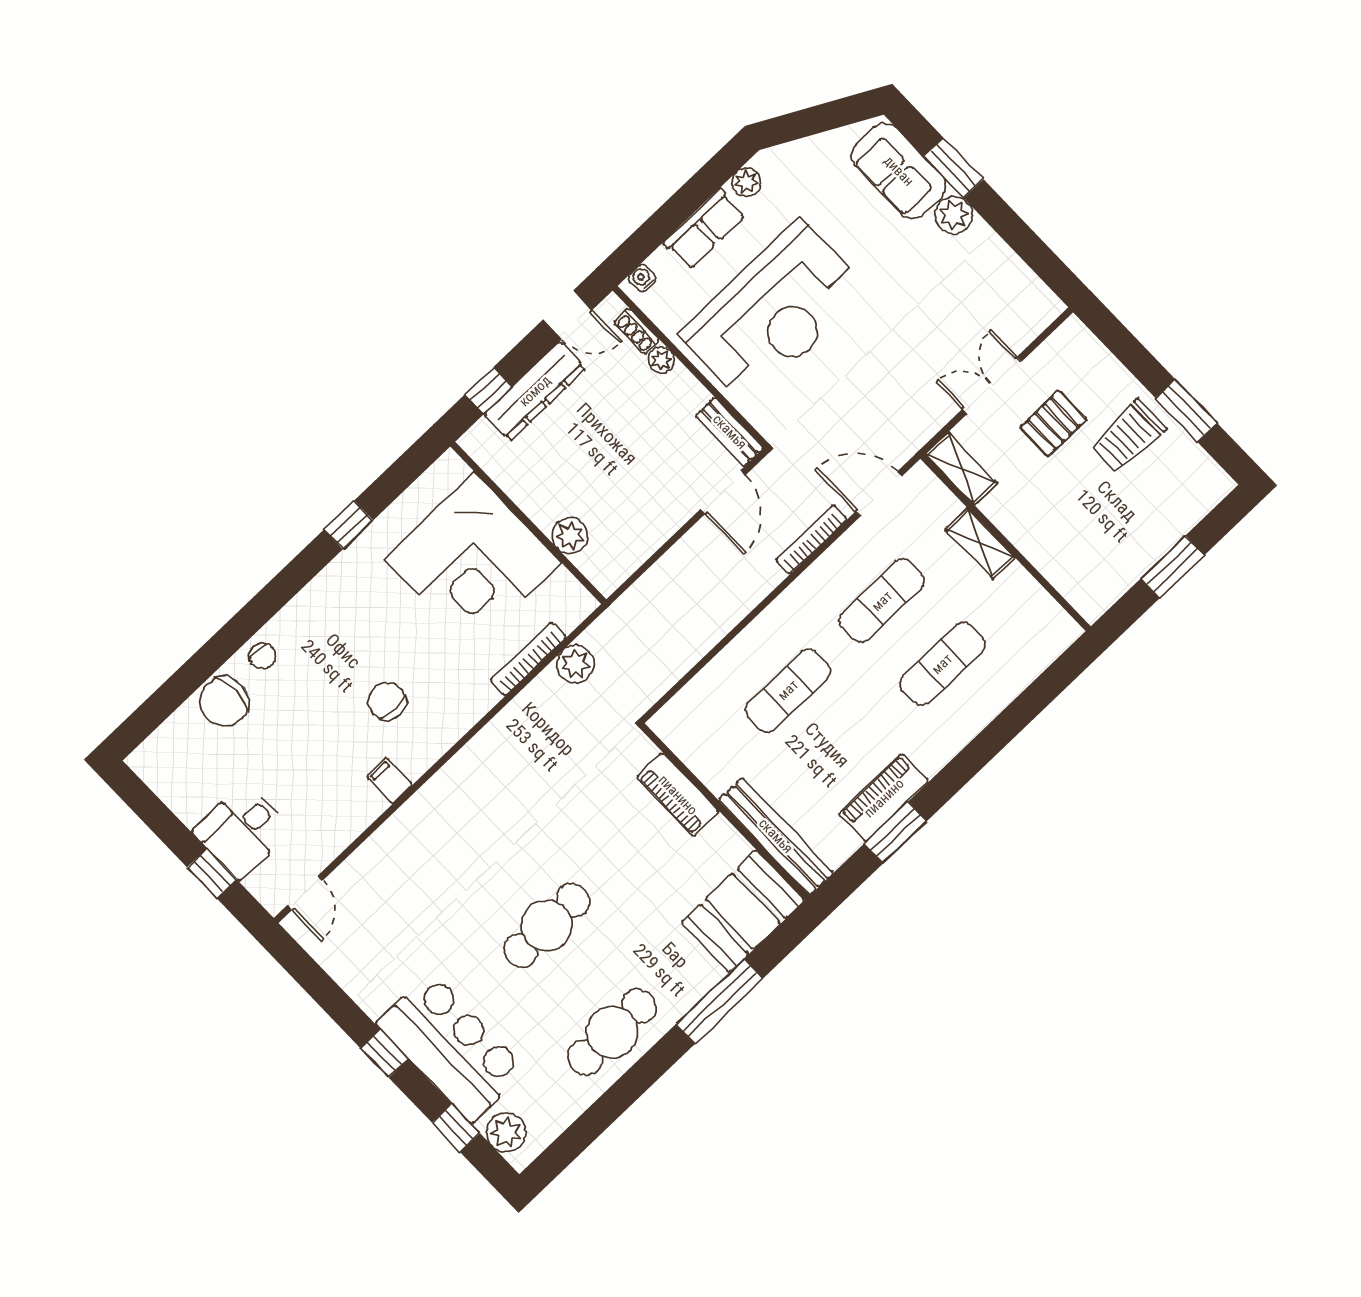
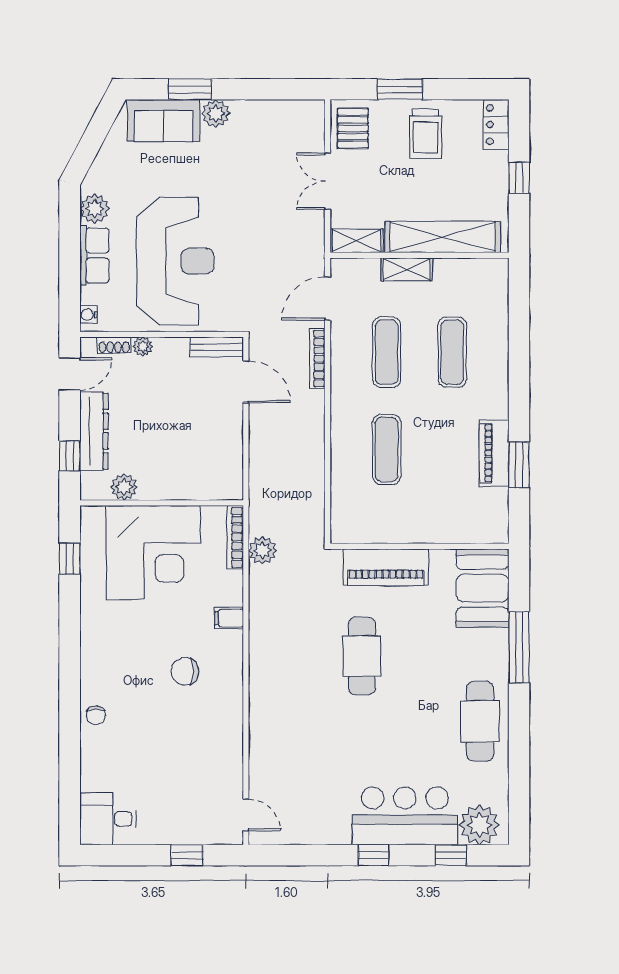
plant: (746, 182) -> (95, 209), width x1.38, depth x1.38
window: (1186, 410) -> (400, 89), moved
pallet: (1053, 423) -> (353, 128), moved
locker: (1203, 496) -> (496, 125), added
window: (349, 525) -> (70, 559), moved
plant: (570, 536) -> (124, 487), moved
shelving: (1045, 548) -> (443, 237), added
window: (1172, 567) -> (519, 178), width x0.67
chair: (263, 656) -> (96, 715), turned 90
bookcase: (528, 659) -> (235, 537), moved
chair: (224, 701) -> (101, 760), removed
filing cabinet: (389, 781) -> (229, 618), moved
piano: (678, 795) -> (386, 567), width x1.37, depth x1.33
desk: (242, 831) -> (108, 819), moved, turned 90
bench: (776, 836) -> (459, 531), removed
cafe table: (547, 926) -> (362, 656), moved
plant: (506, 1132) -> (479, 825), width x1.36, depth x1.36

